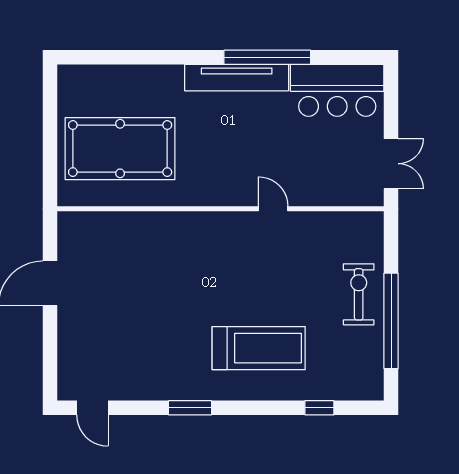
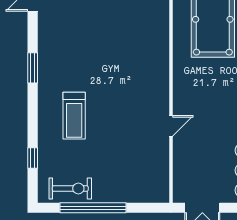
exercise bike: (359, 294) -> (70, 189), moved
treadmill: (259, 348) -> (74, 116), width x0.73, depth x0.73

